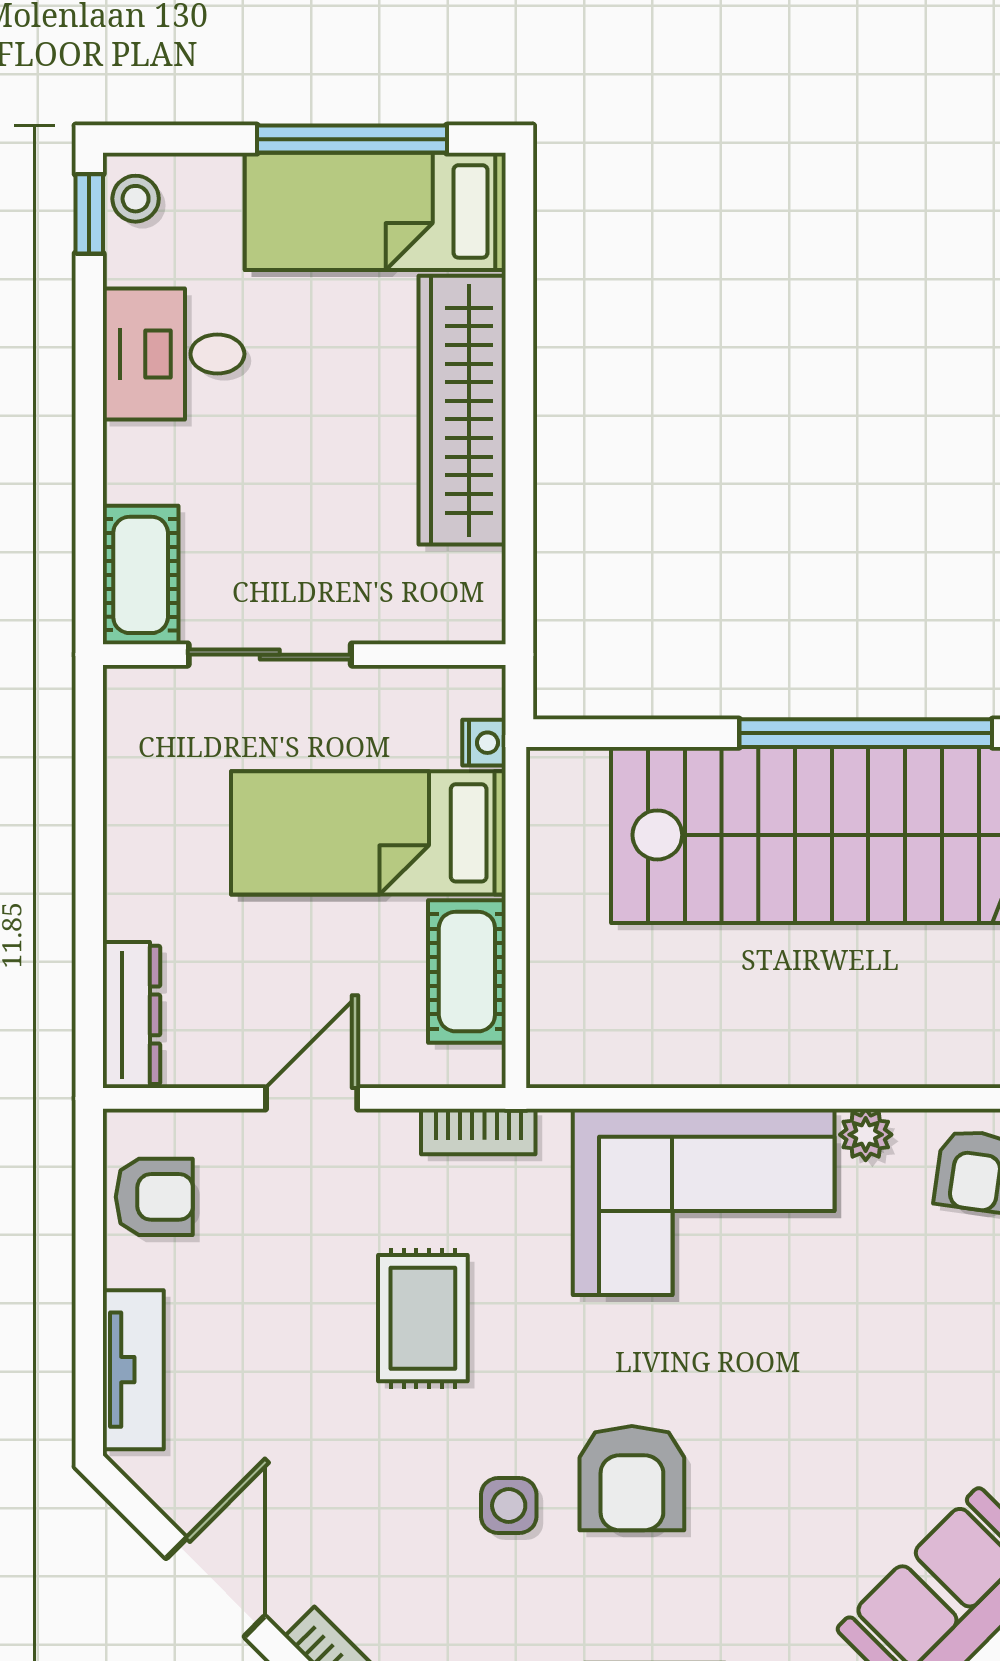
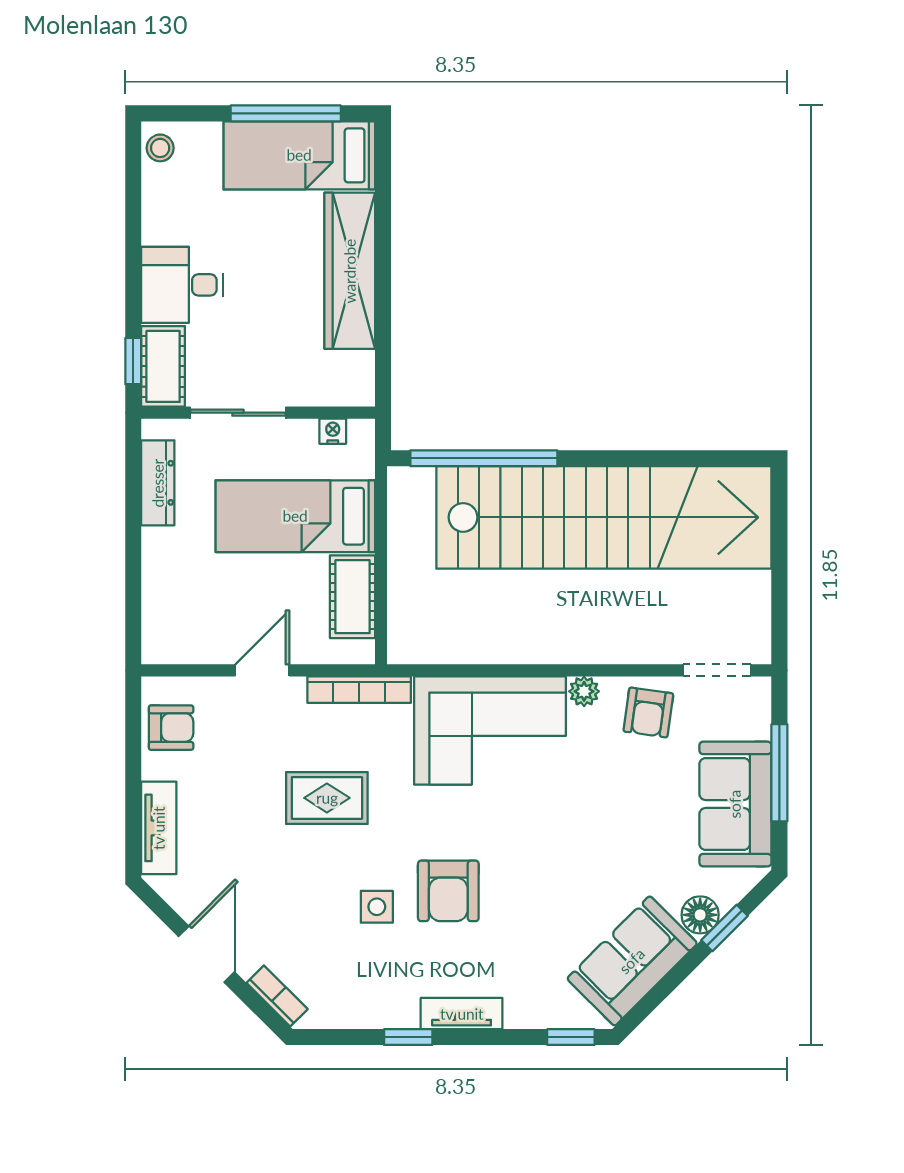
window: (89, 214) -> (133, 361), moved
desk: (174, 354) -> (182, 285), moved
window: (866, 733) -> (484, 458), moved
nightstand: (484, 743) -> (333, 431), moved, turned -90
dresser: (131, 1015) -> (158, 483), moved
bookcase: (478, 1131) -> (359, 690), width x1.56
rug: (423, 1318) -> (327, 798), turned 90

